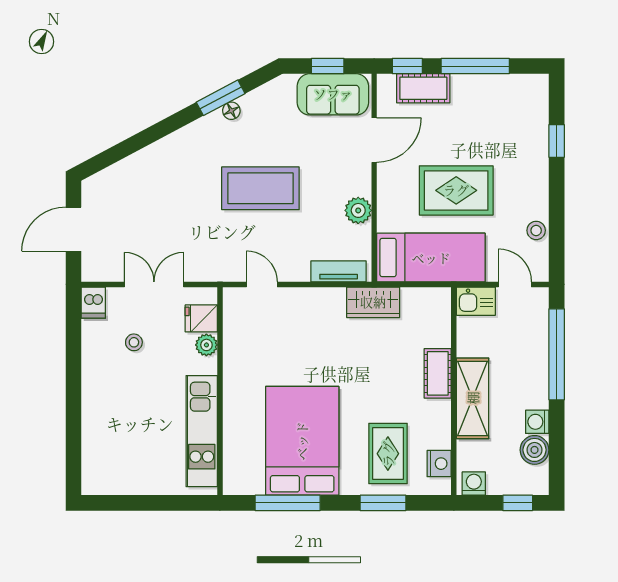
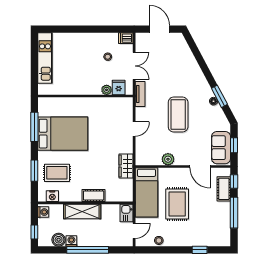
tv unit: (339, 271) -> (140, 94), moved
door: (262, 284) -> (134, 129), moved
window: (557, 354) -> (88, 250), moved
kitchen unit: (202, 431) -> (45, 58), moved, turned 90

